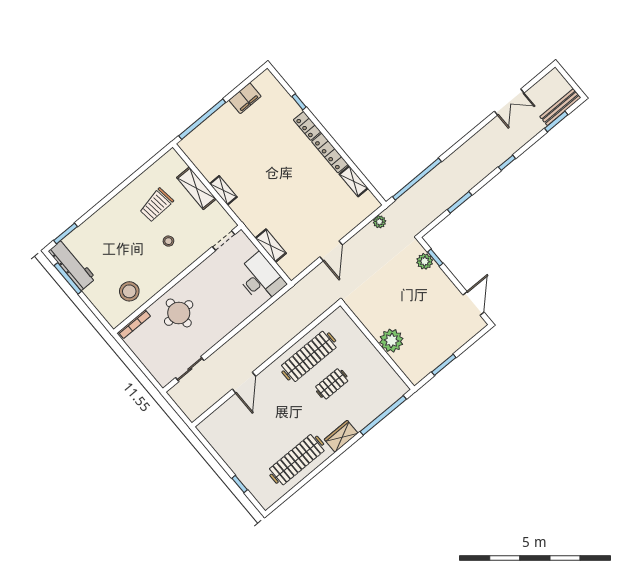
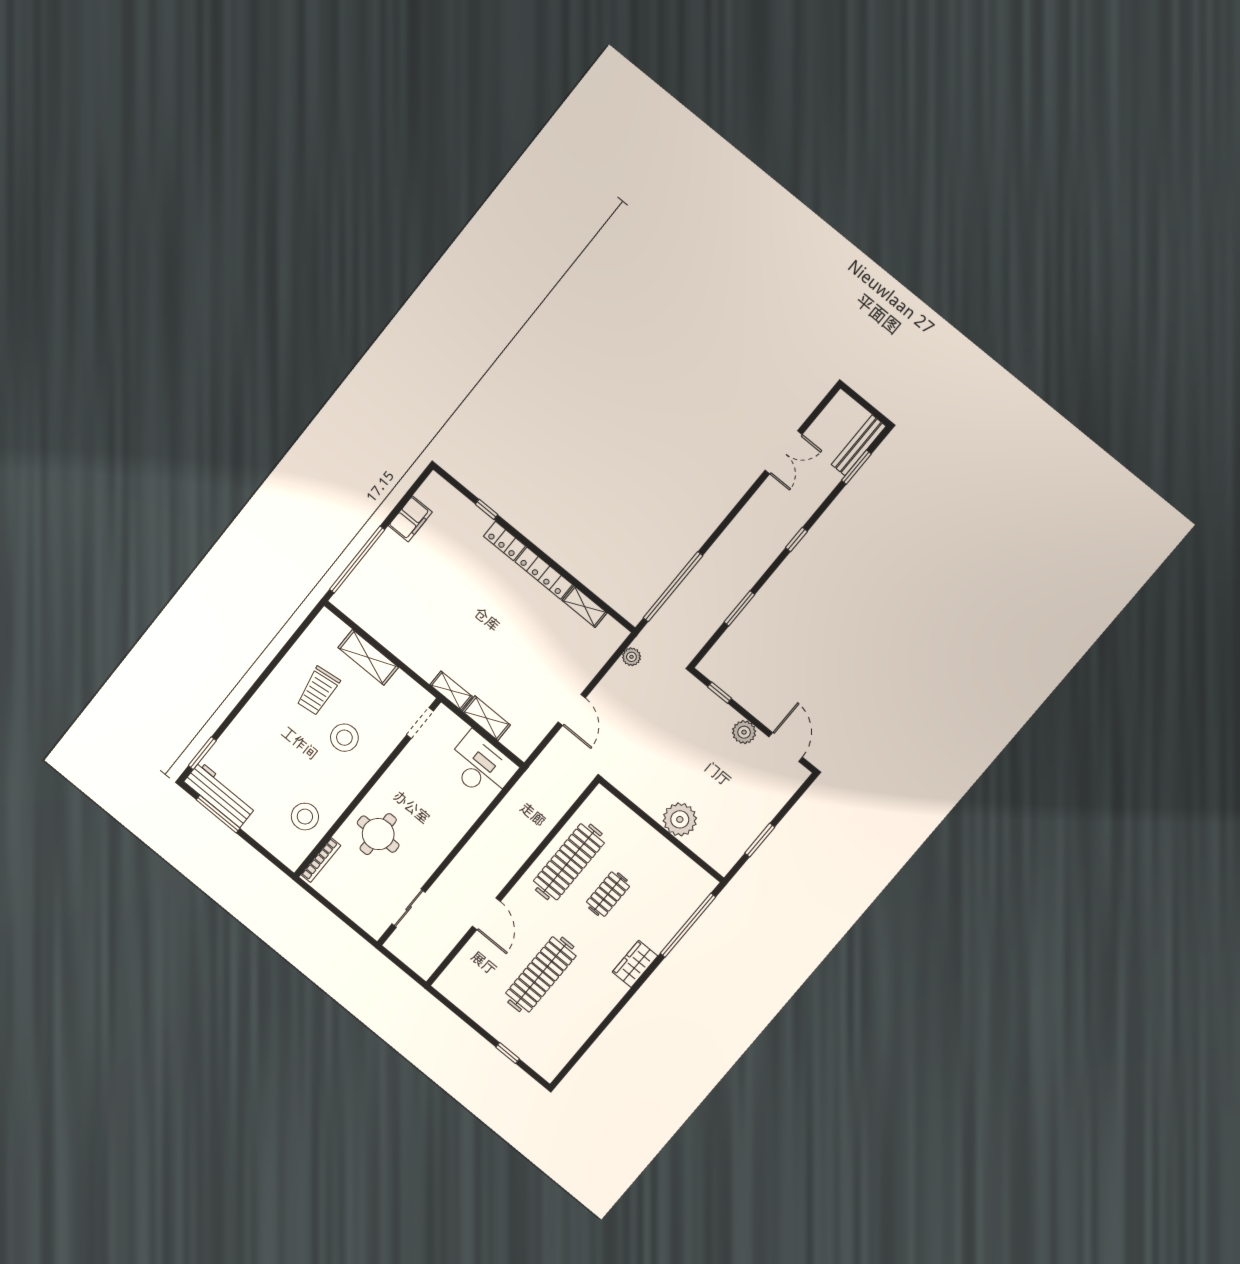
shelving: (223, 190) -> (451, 691), moved
stool: (168, 241) -> (344, 738), width x1.89, depth x1.89
plant: (425, 261) -> (744, 732), moved
clothes rail: (297, 460) -> (541, 974), moved

